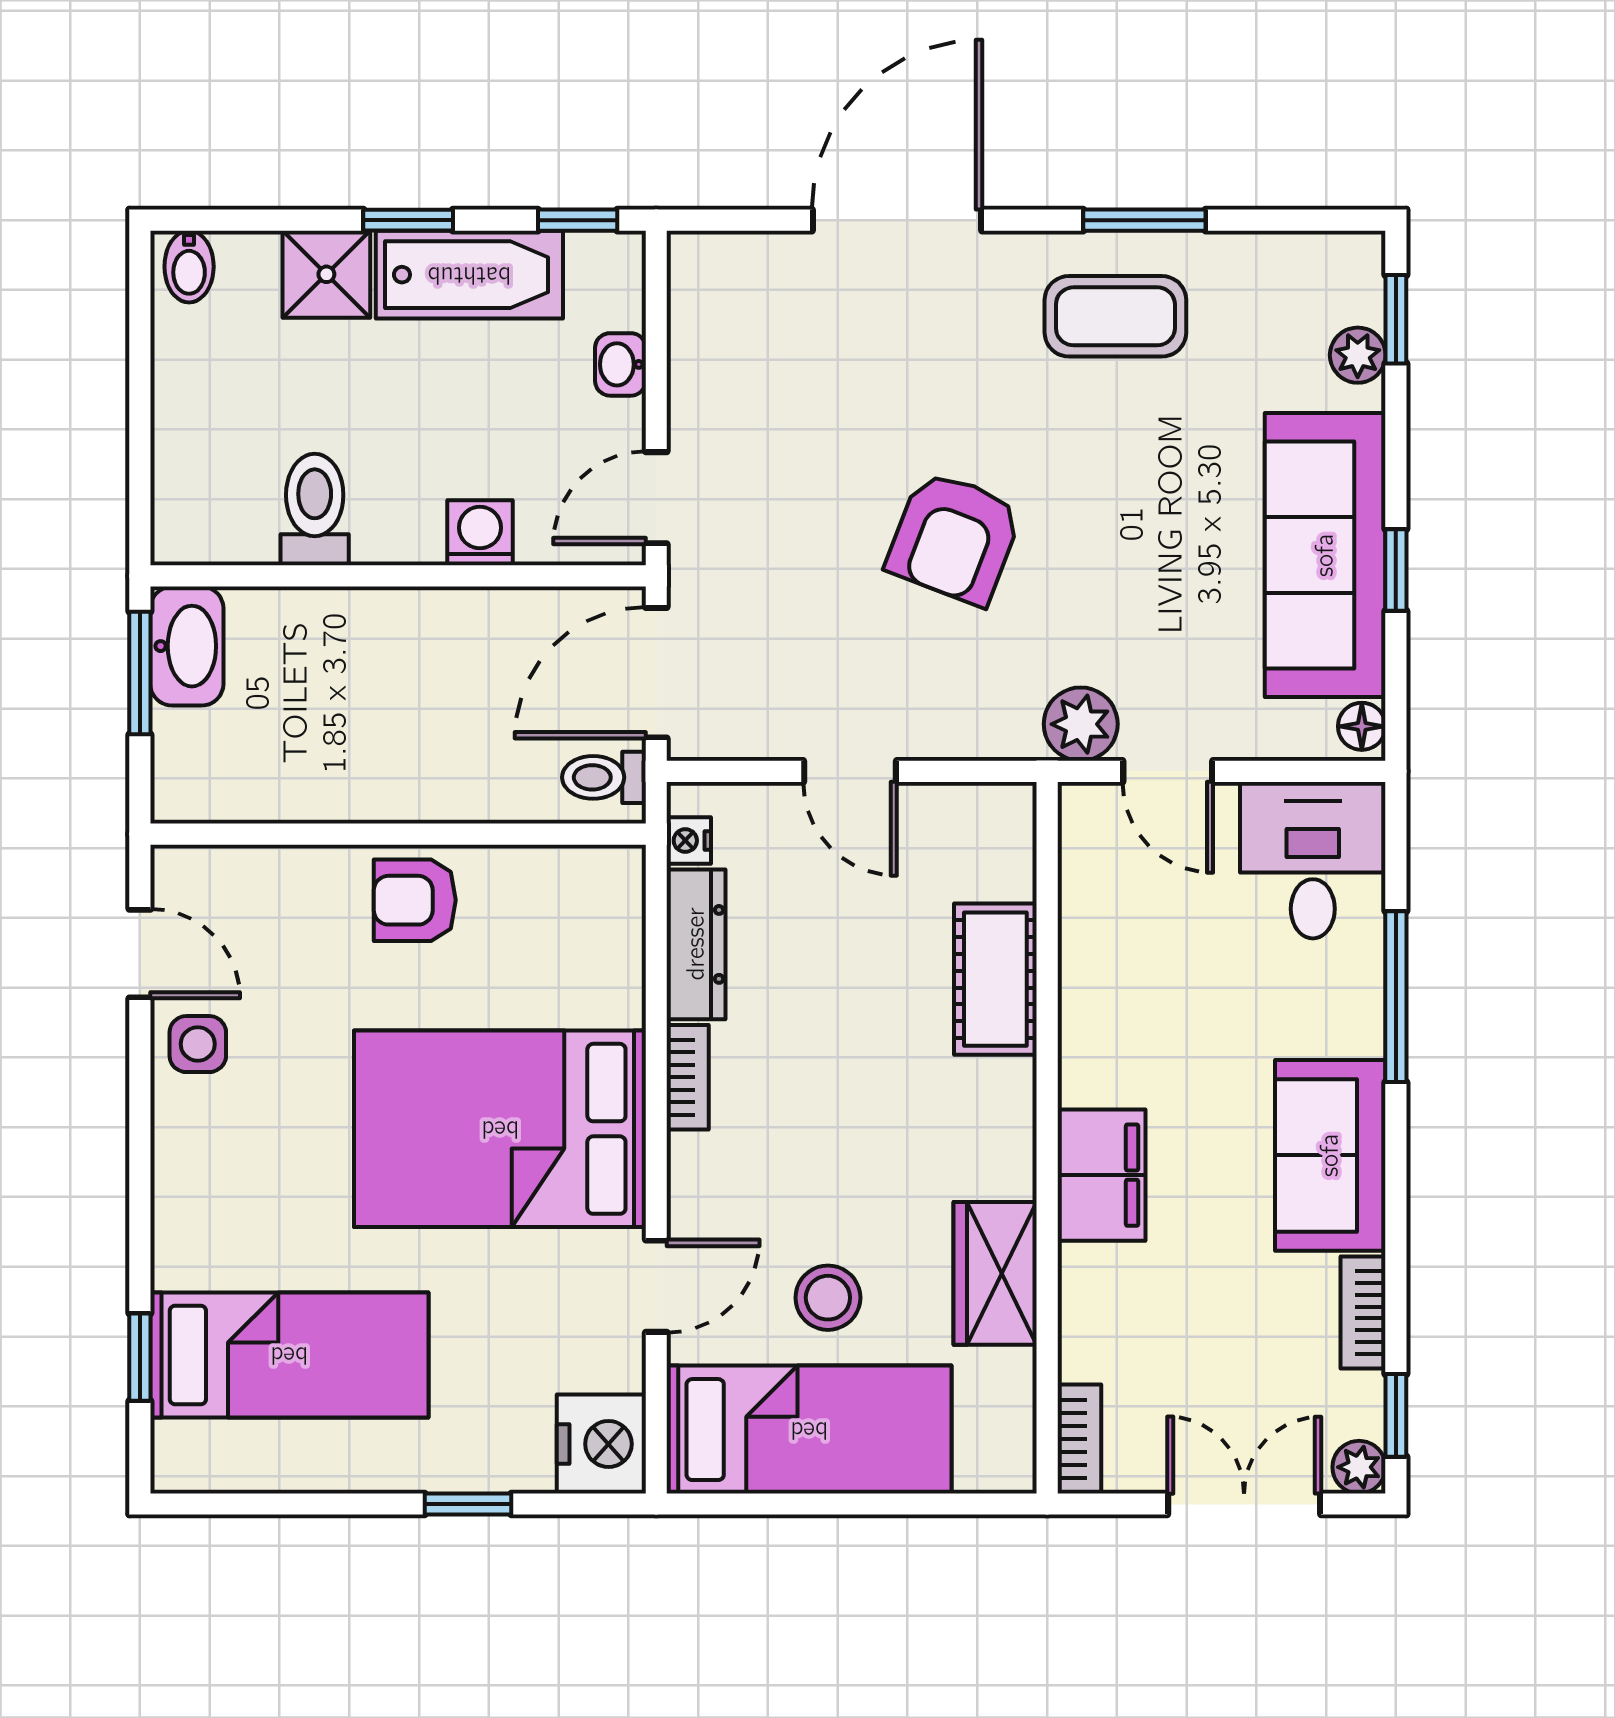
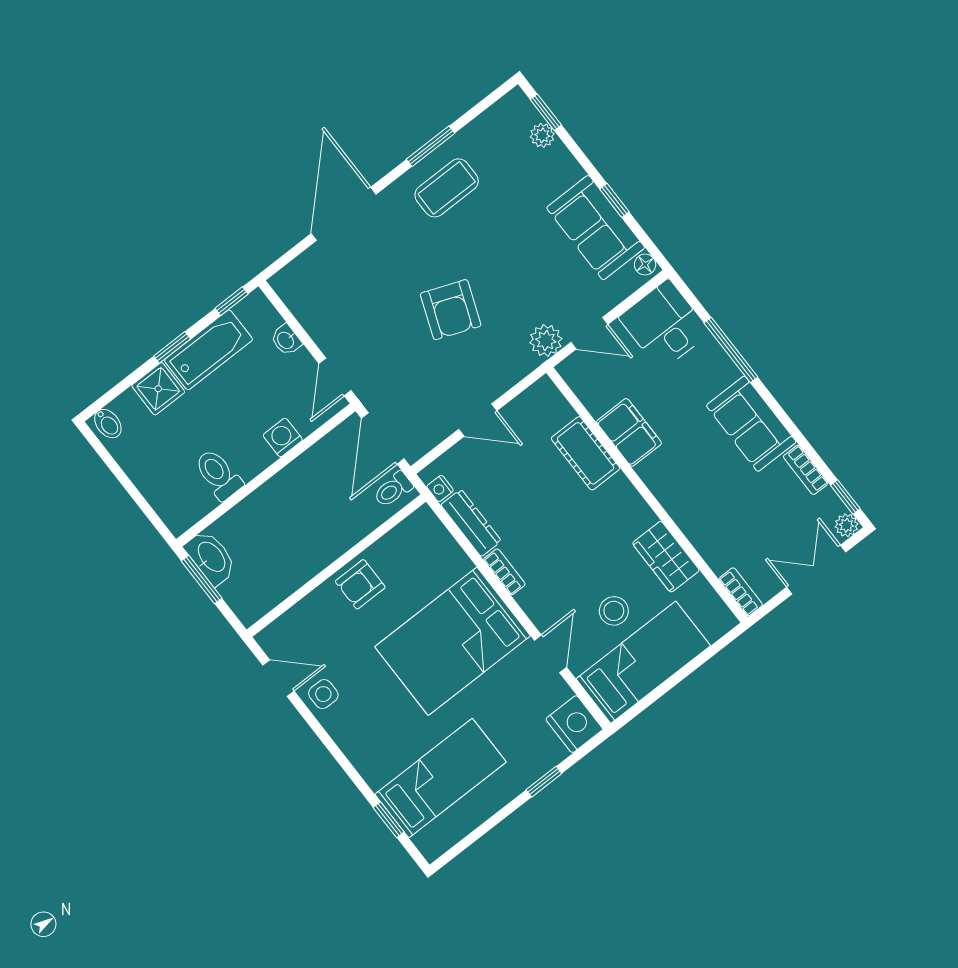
sofa: (1325, 555) -> (596, 228), width x0.73
filing cabinet: (1101, 1175) -> (629, 432), moved

